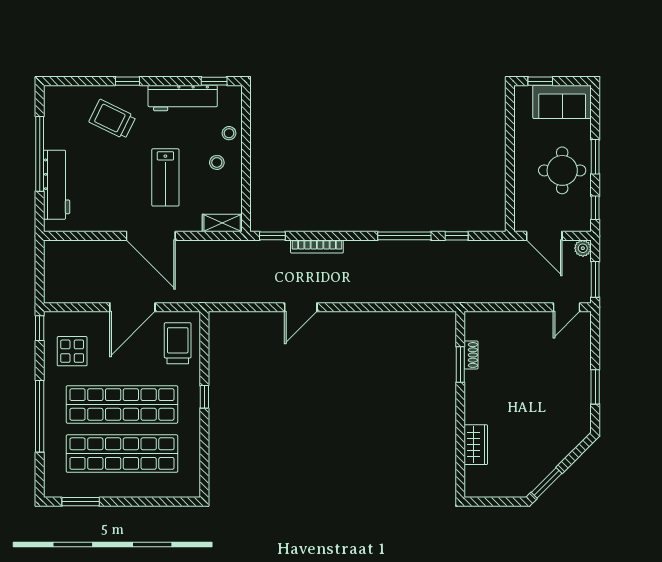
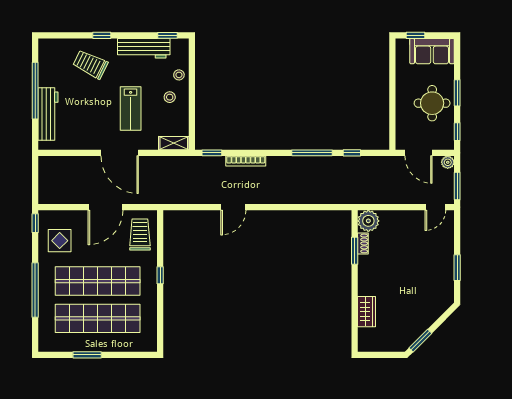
plant: (478, 325) -> (368, 221), added
window: (81, 502) -> (87, 355), moved

